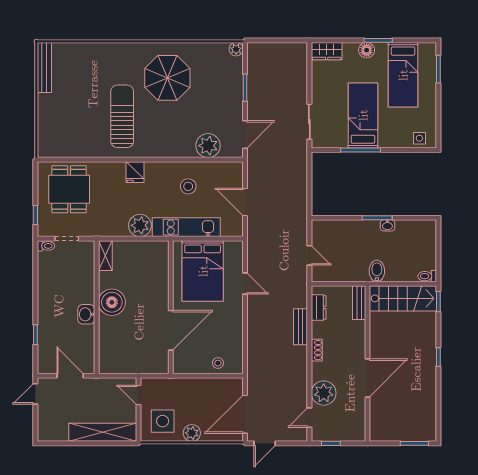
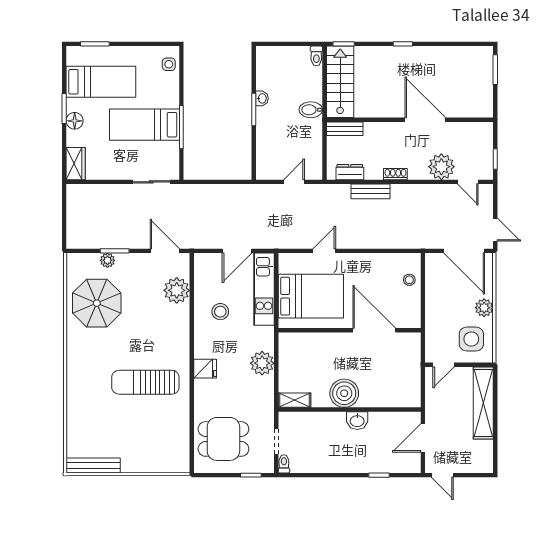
plant: (236, 49) -> (107, 260), moved
parasol: (167, 78) -> (97, 303), moved
kitchen unit: (186, 227) -> (264, 289), moved

